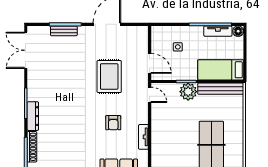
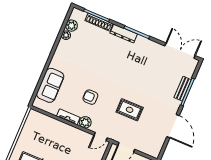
rug: (109, 76) -> (130, 110), width x0.73, depth x0.70
plant: (142, 117) -> (85, 122), added

